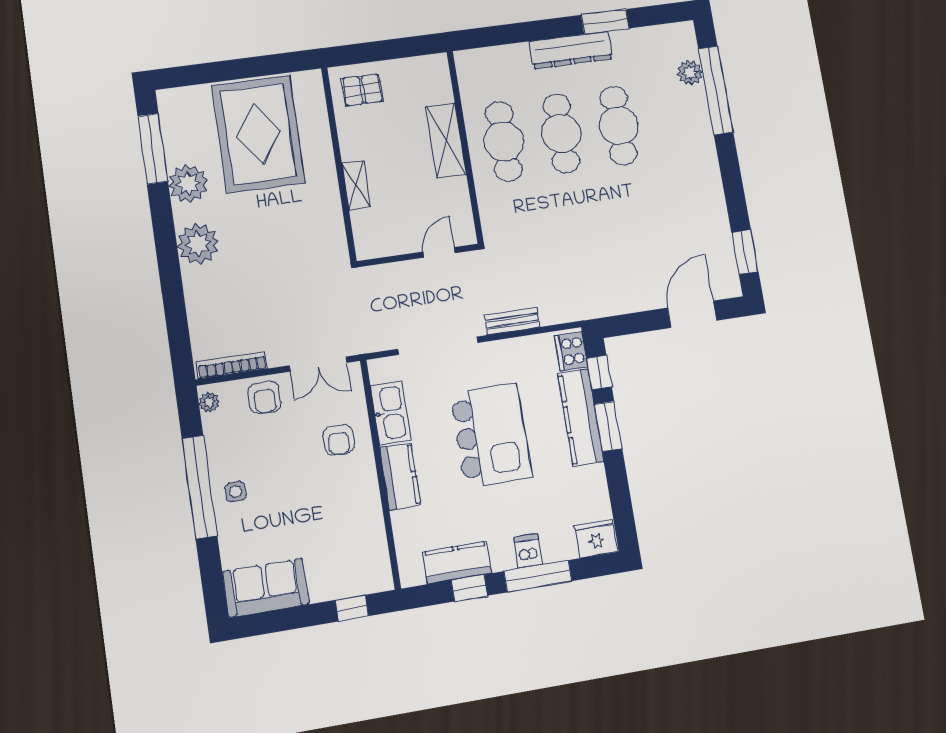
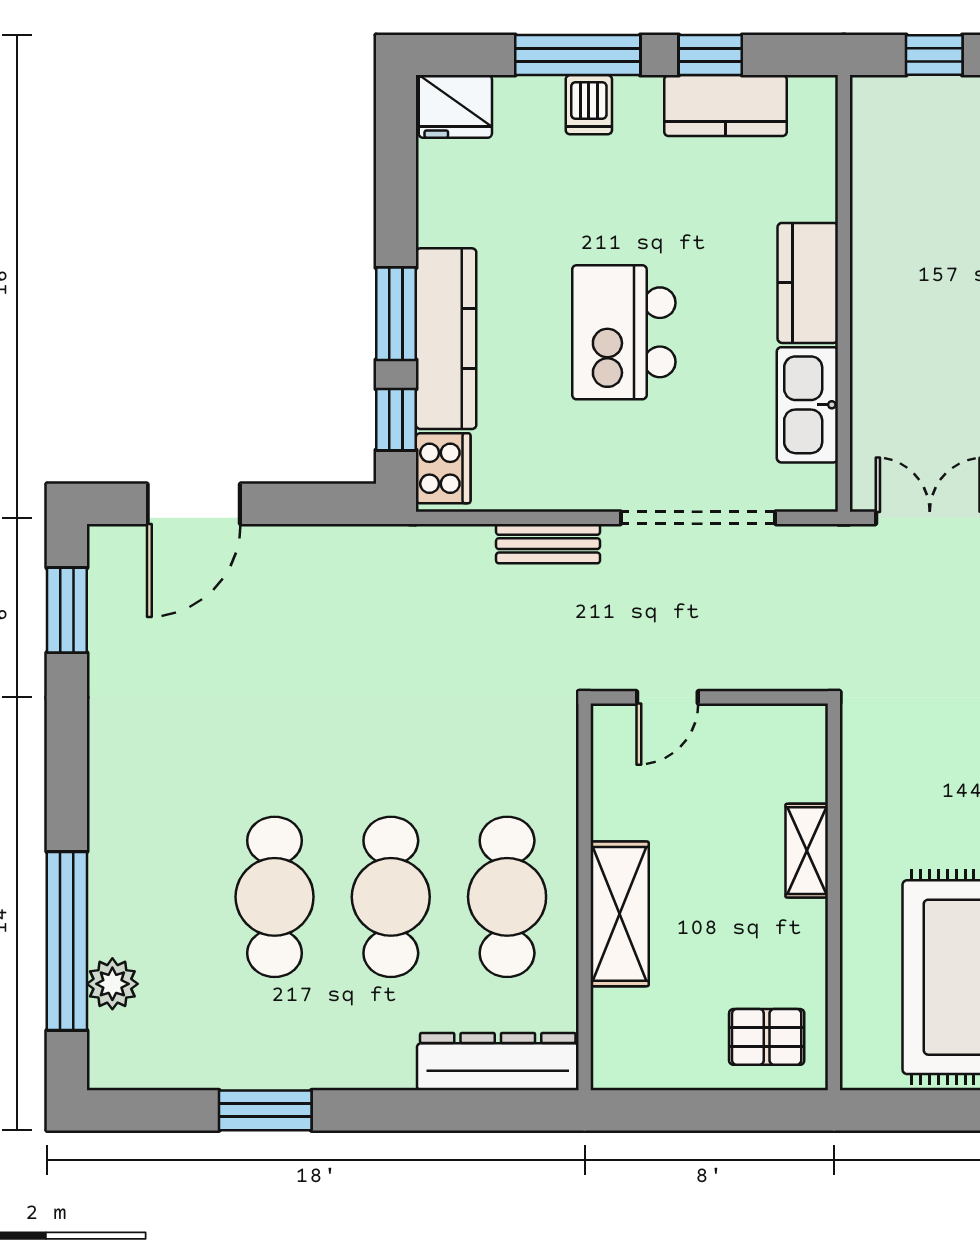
dresser: (571, 50) -> (498, 1062), moved
kitchen island: (491, 435) -> (624, 332), width x0.73, depth x0.78
armchair: (339, 440) -> (912, 369), removed

